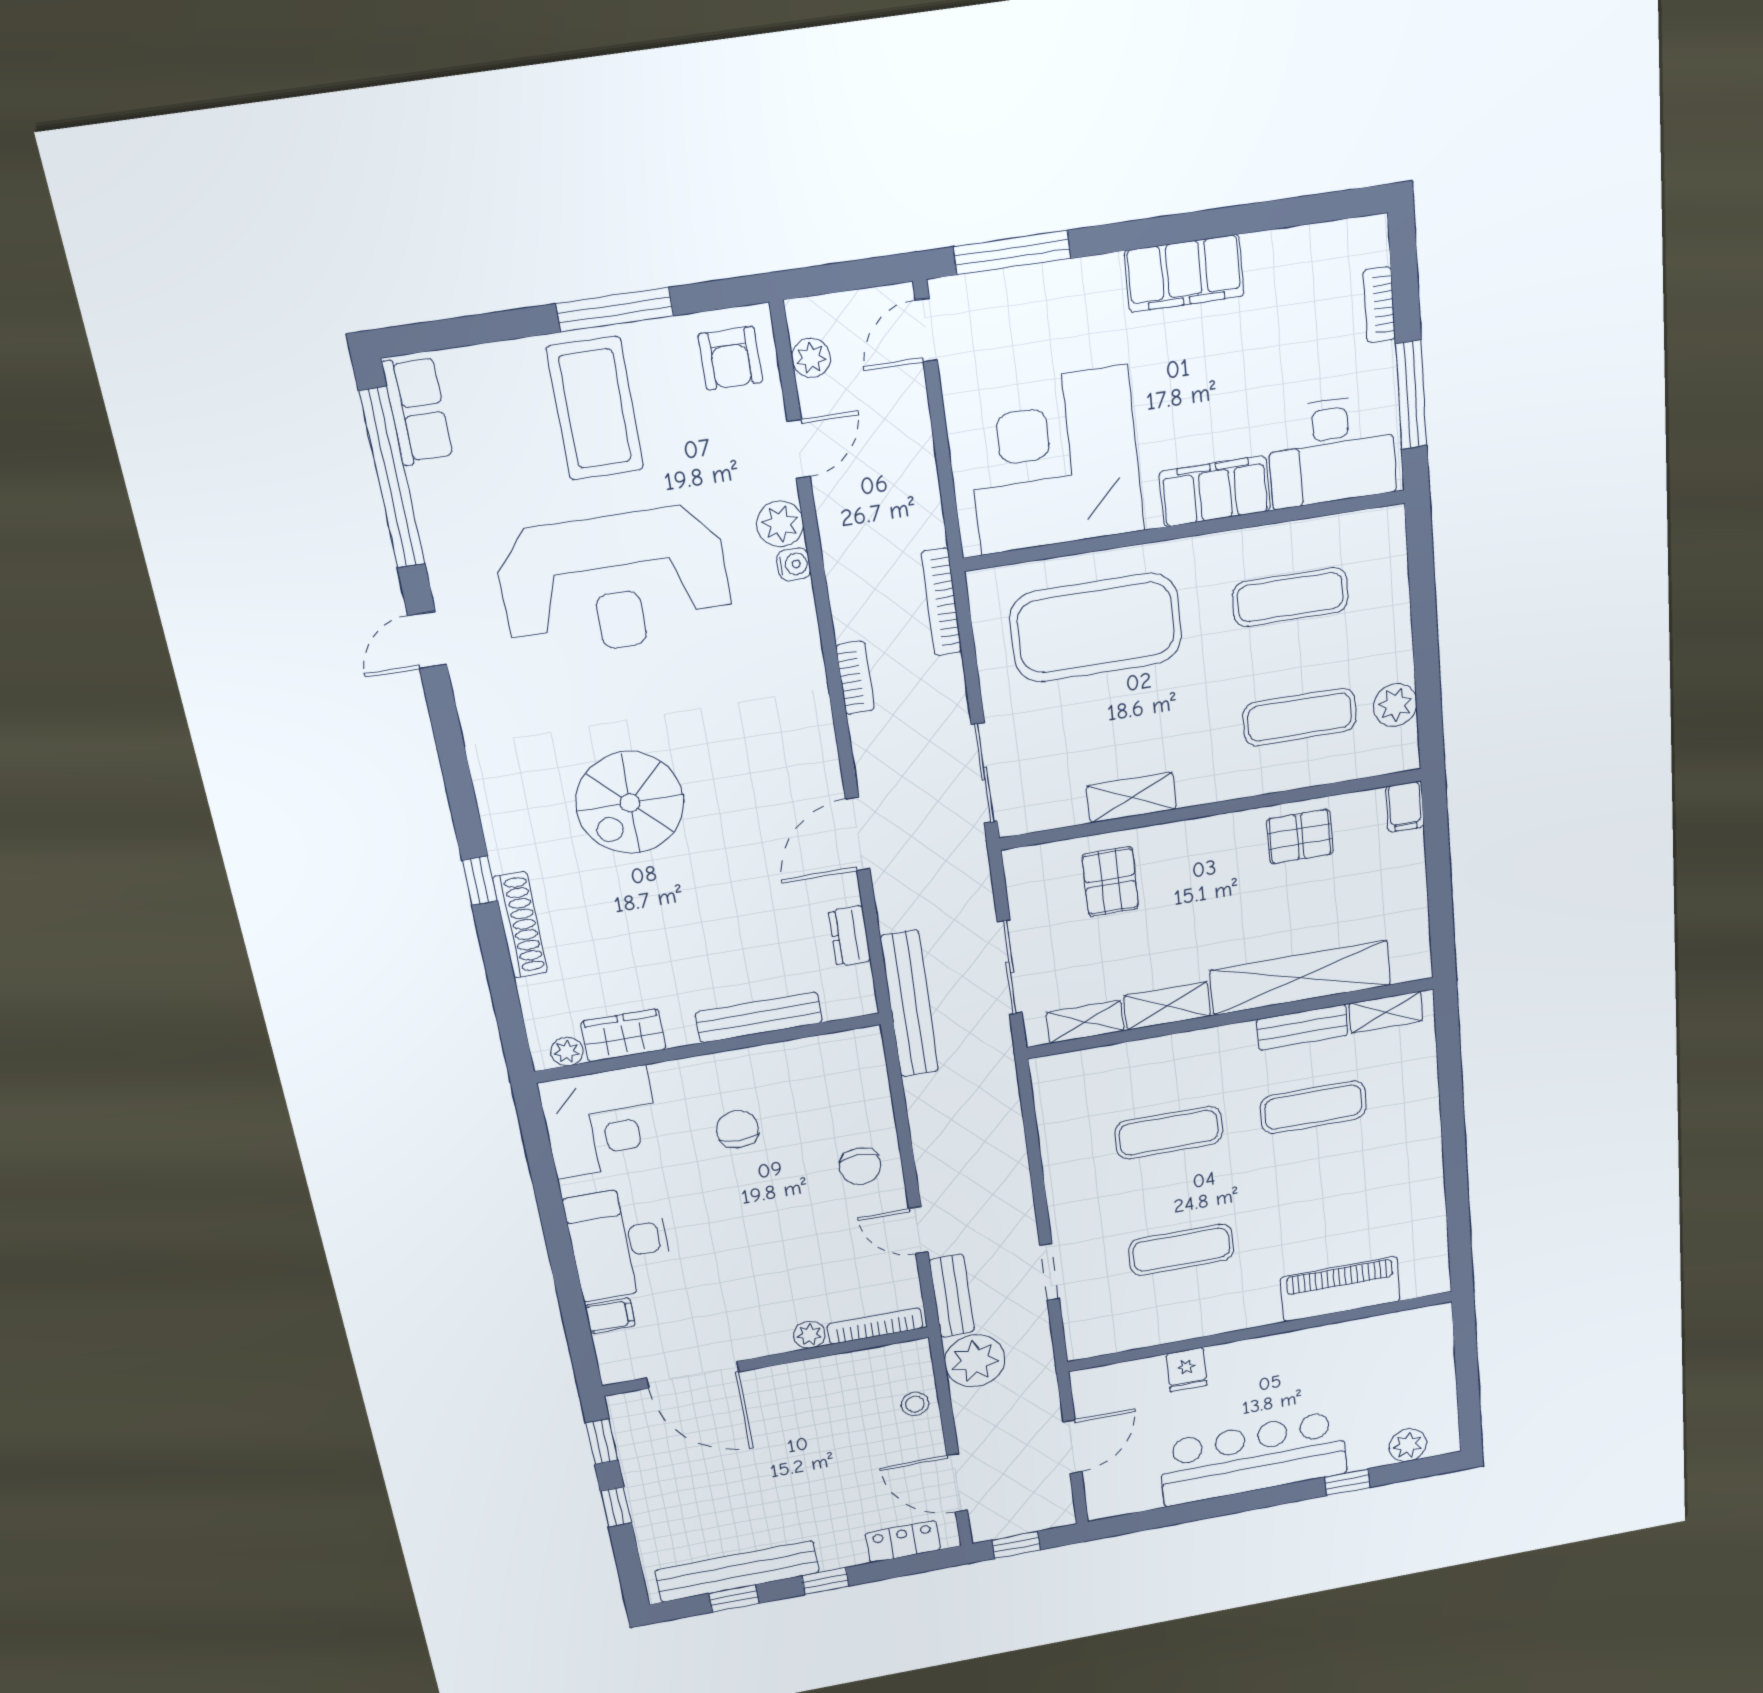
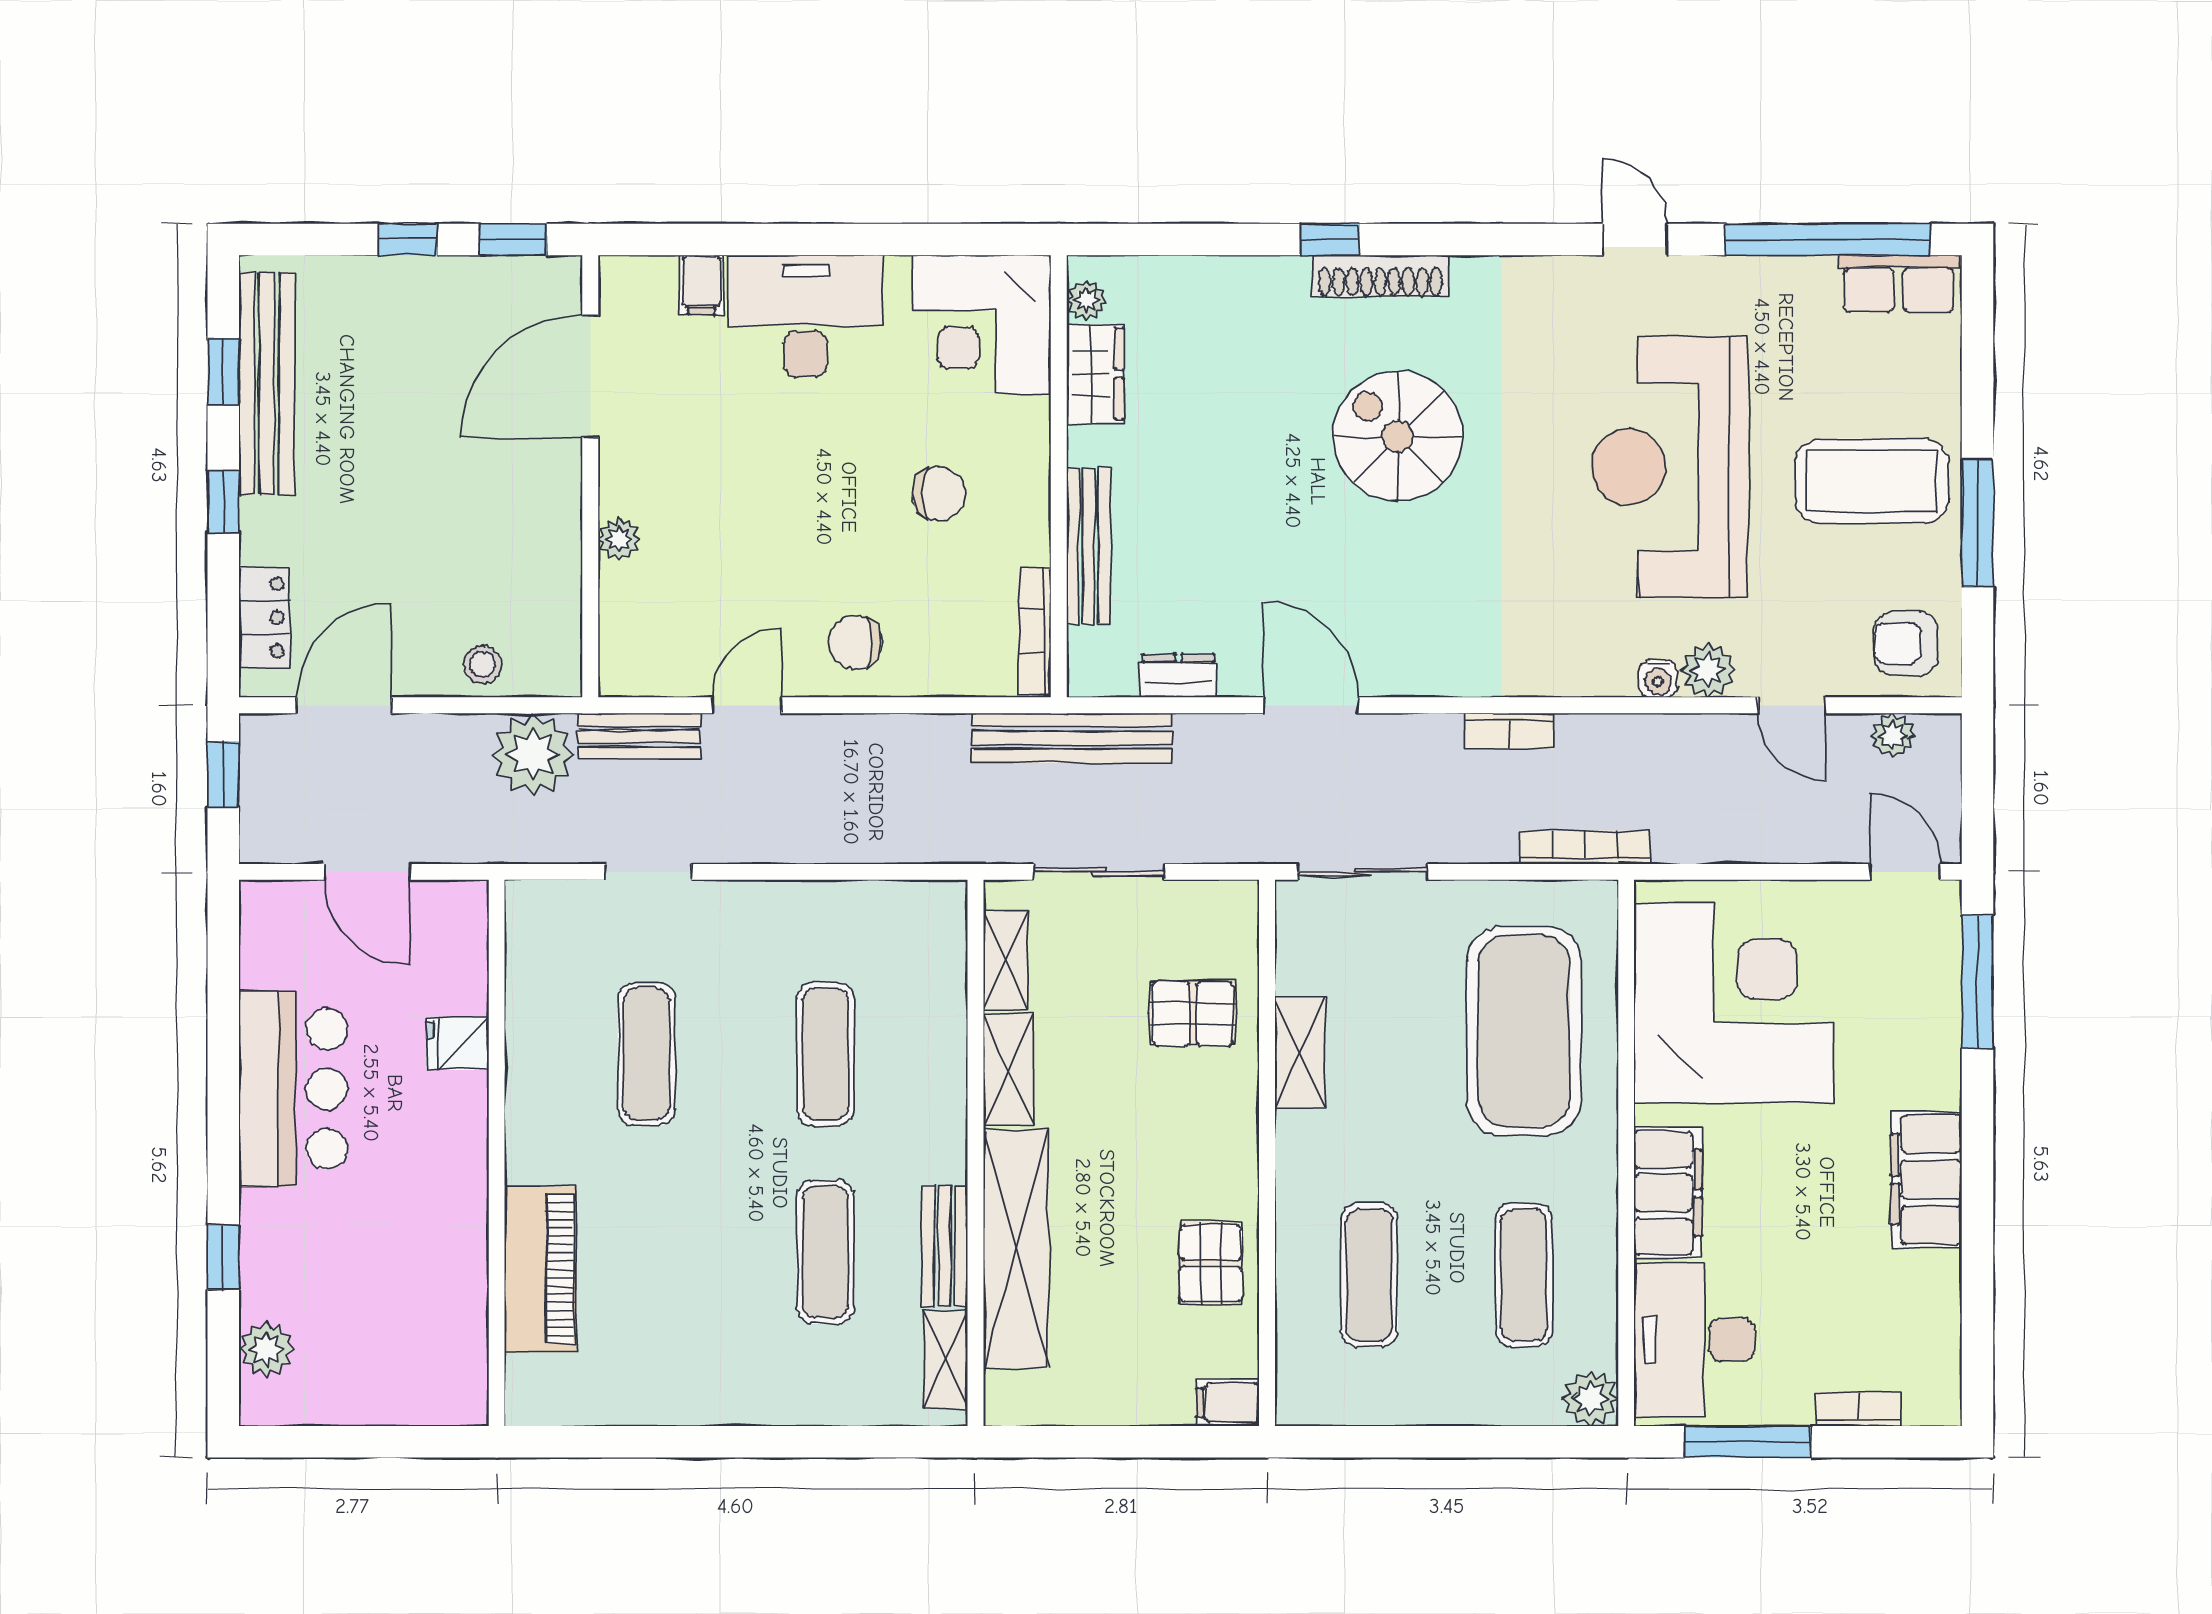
plant: (1395, 705) -> (1590, 1398), moved
shoe rack: (520, 925) -> (1380, 276), moved
bookcase: (875, 1326) -> (1035, 631), moved, turned 180
bar counter: (1253, 1458) -> (293, 1089), width x0.73

